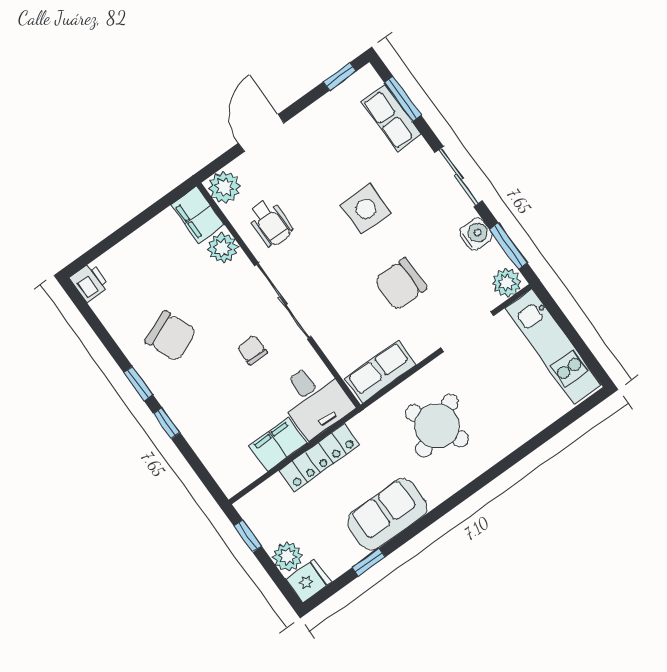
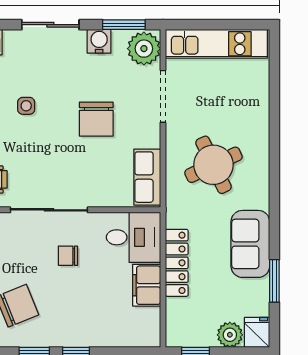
side table: (366, 209) -> (26, 106), width x0.54, depth x0.54
plant: (507, 282) -> (144, 49), width x1.36, depth x1.36
window: (369, 562) -> (274, 281), width x1.50

